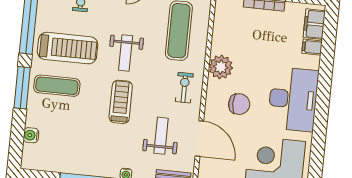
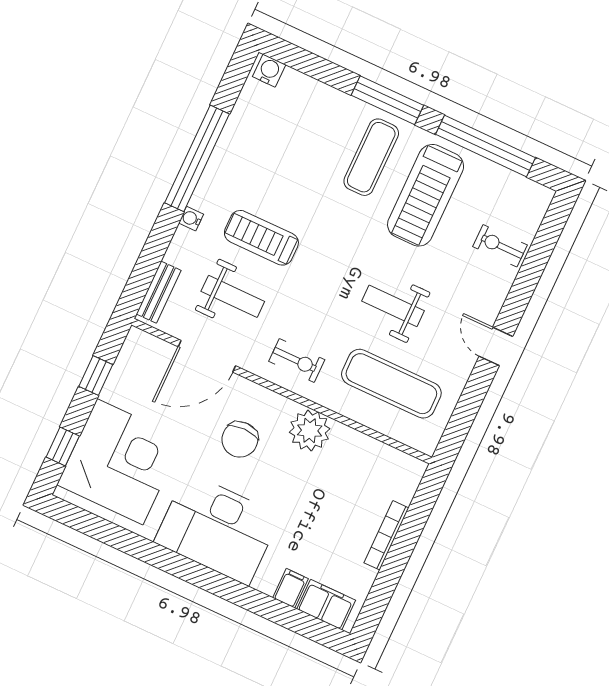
weight bench: (126, 53) -> (393, 306), moved
treadmill: (121, 102) -> (261, 238), moved, turned 180
water cooler: (31, 135) -> (269, 71), moved

